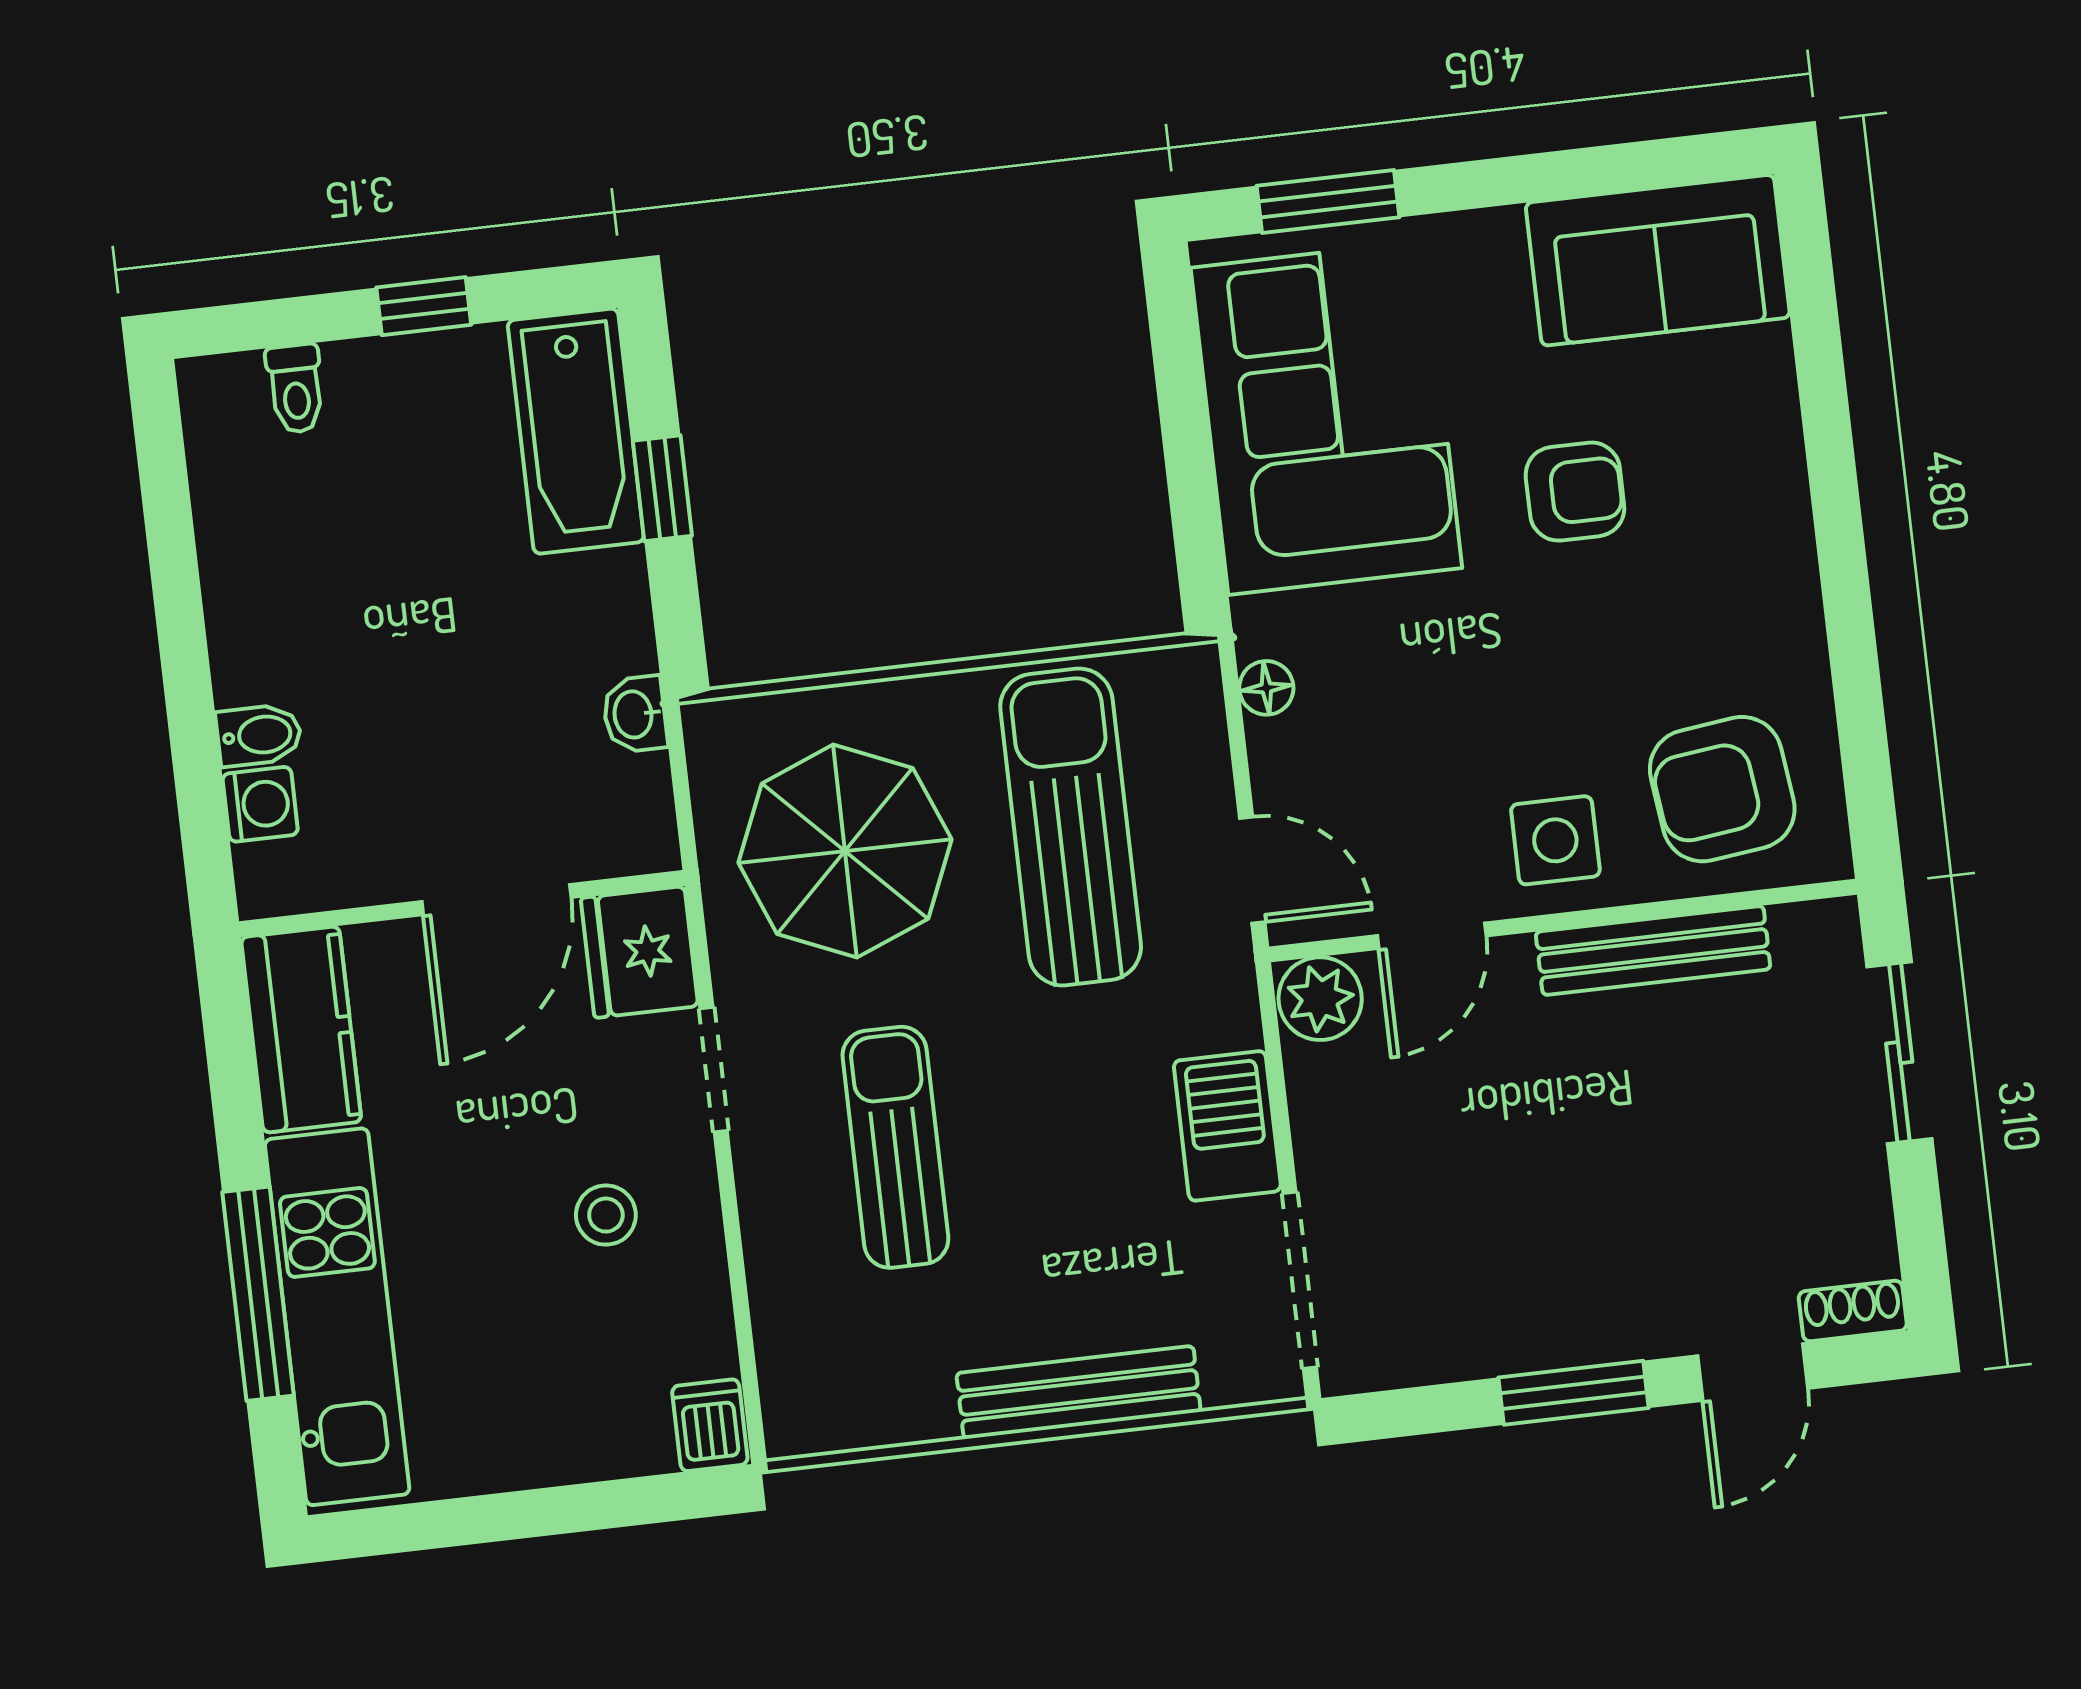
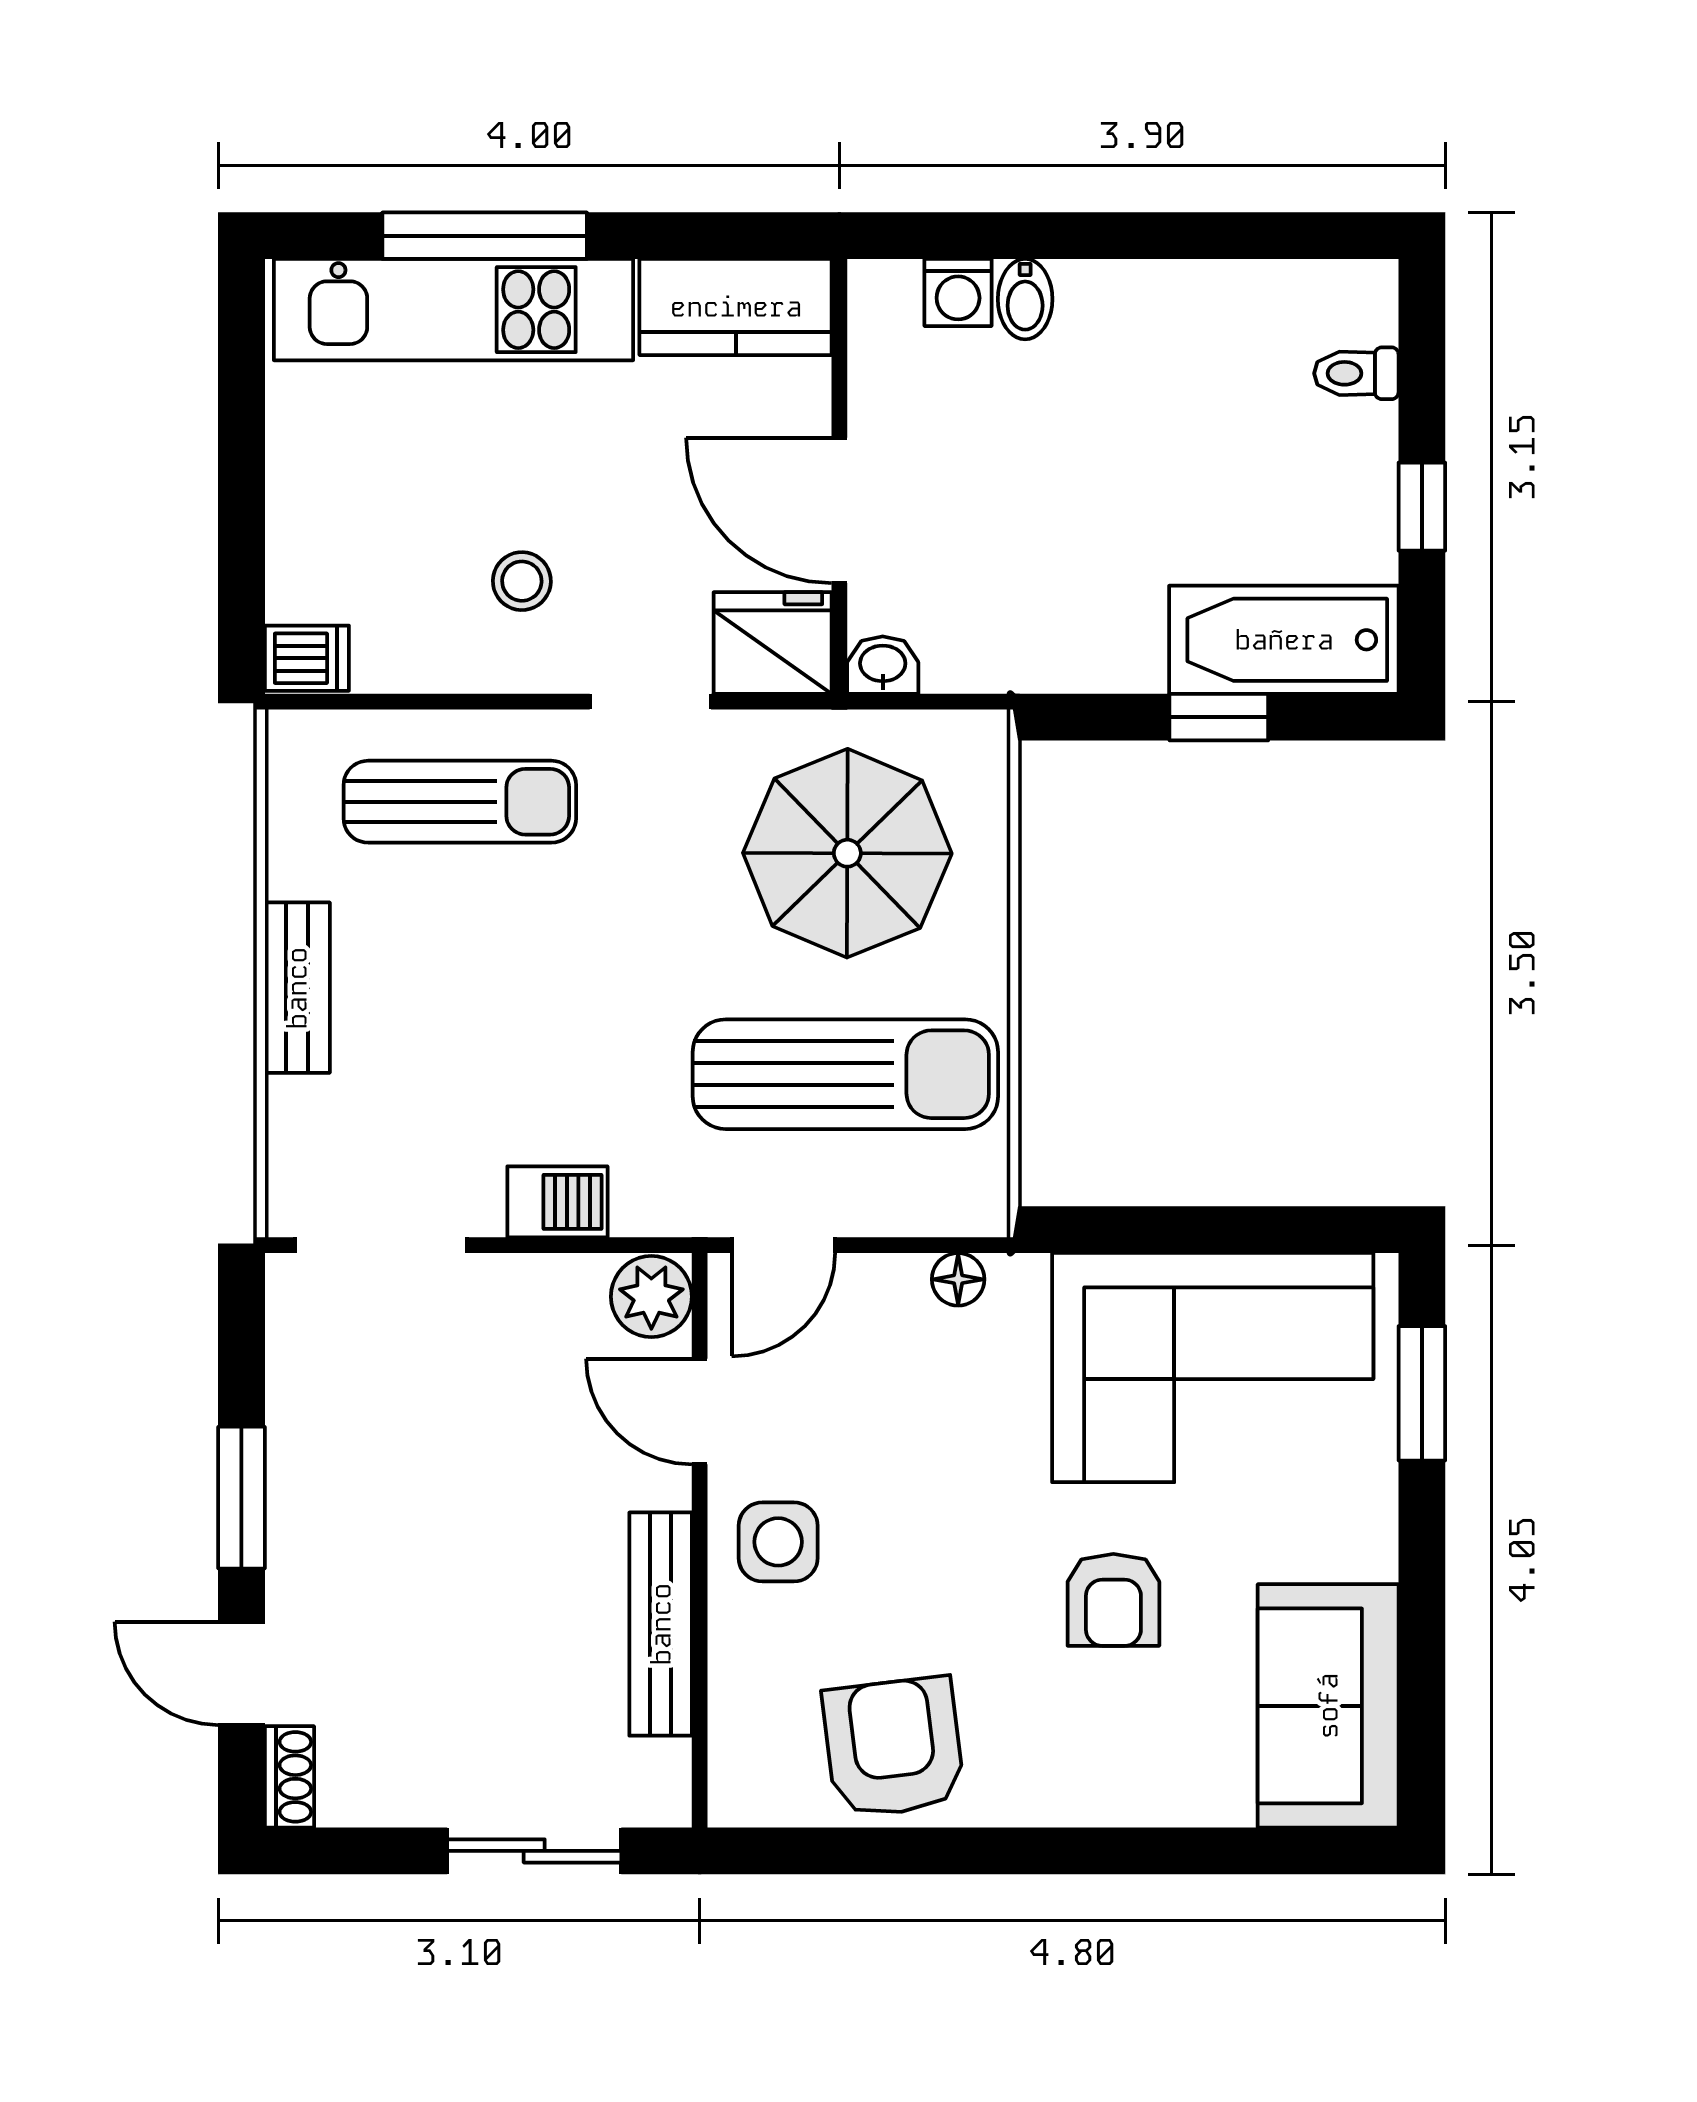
washbasin: (635, 714) -> (883, 665), moved
armchair: (1722, 789) -> (894, 1747), moved
barbecue: (1227, 1126) -> (557, 1202), width x0.73, depth x0.79
sun lounger: (895, 1147) -> (460, 802), moved
bench: (1079, 1392) -> (297, 988), width x0.73

